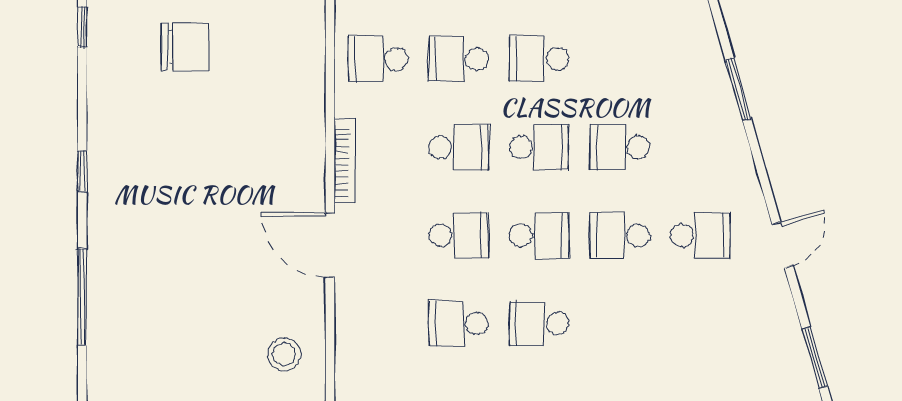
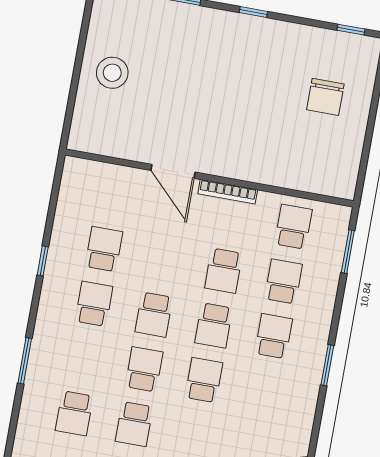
school desk: (459, 235) -> (74, 413), moved
door: (330, 245) -> (173, 171), swing flipped
stool: (284, 354) -> (112, 73), moved, width x1.38, depth x1.38

